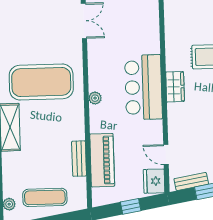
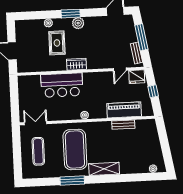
bar counter: (144, 87) -> (62, 85), moved
exercise mat: (45, 197) -> (38, 151), moved

